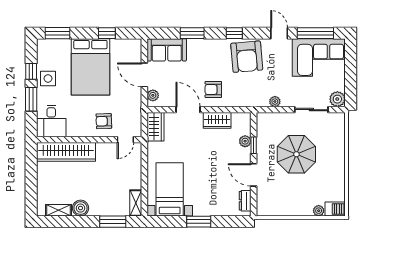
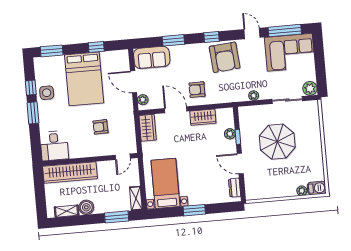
desk: (51, 121) -> (54, 146), moved
wall: (89, 140) -> (90, 160), moved
door: (125, 140) -> (123, 157), moved
wardrobe: (66, 152) -> (70, 172), moved

